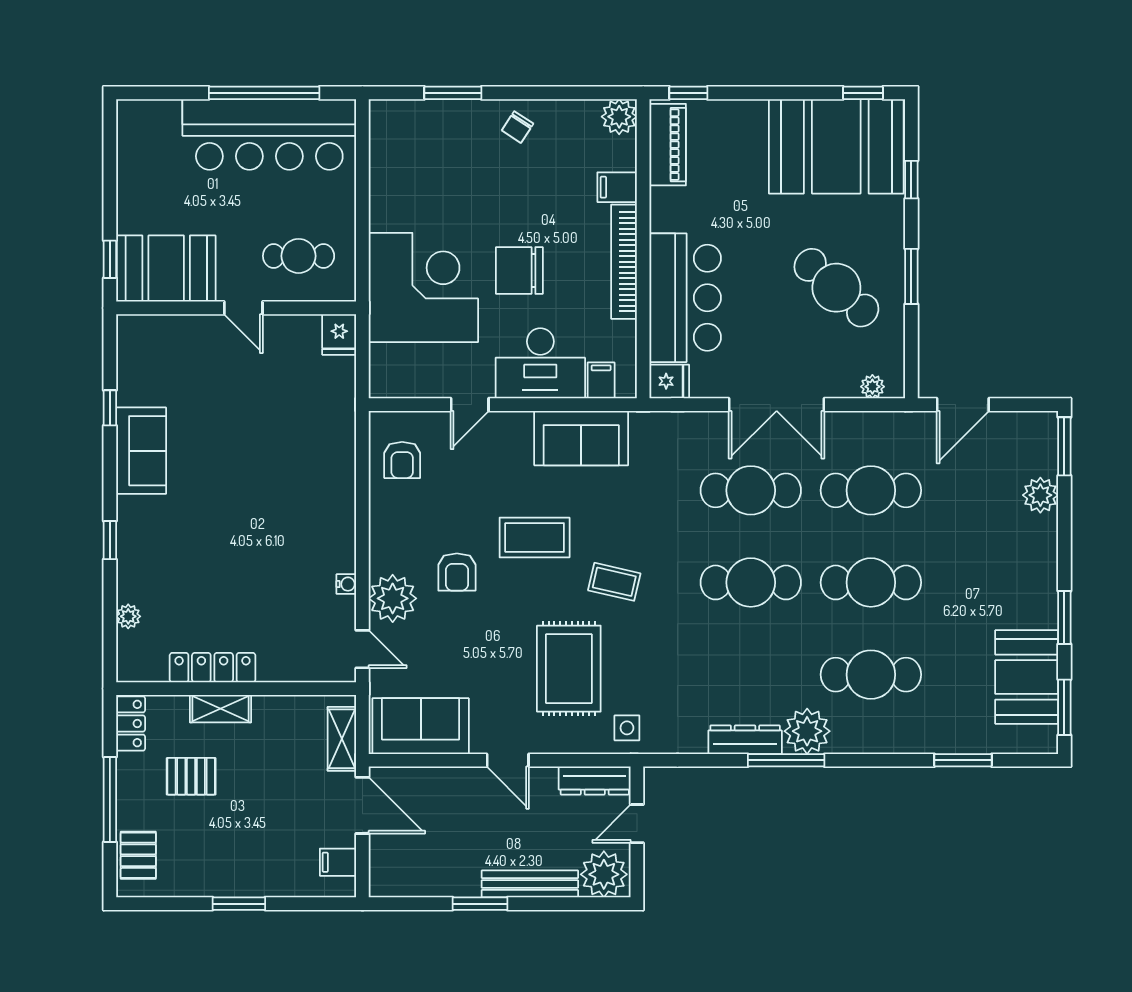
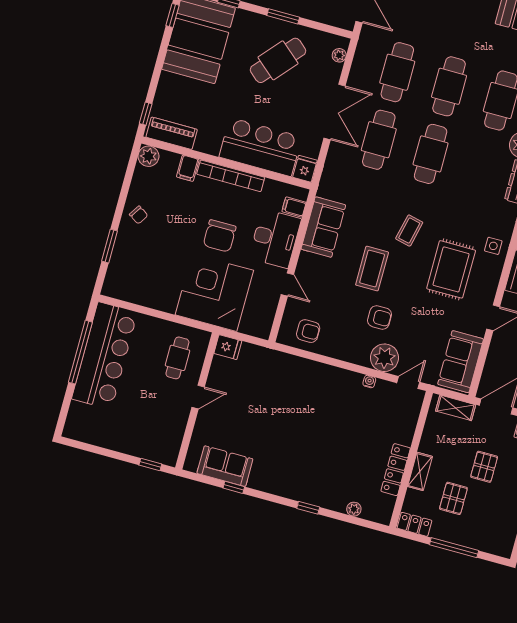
booth: (166, 269) -> (164, 434), removed
sofa: (141, 451) -> (225, 466), moved
rug: (569, 669) -> (451, 269), turned 90
pallet: (138, 855) -> (484, 467), moved, turned 90

